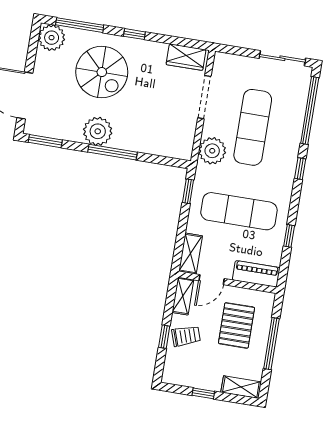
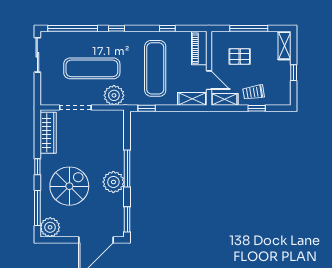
wardrobe: (186, 57) -> (48, 133), width x1.50
pallet: (236, 325) -> (240, 56), width x0.67, depth x0.71
trolley: (186, 336) -> (254, 92), turned -80

